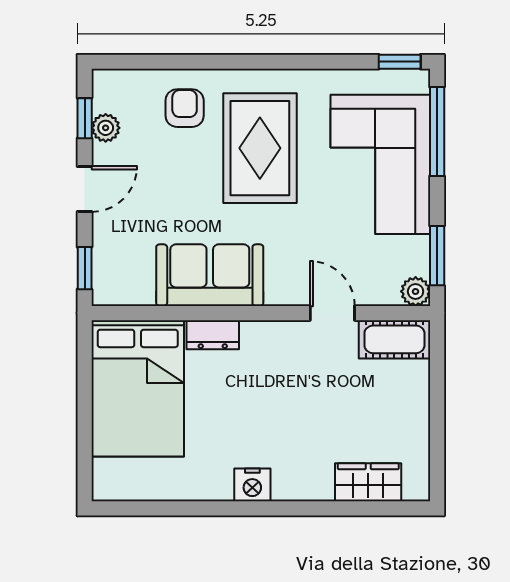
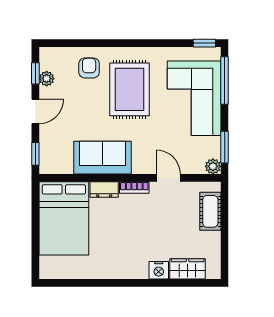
bookcase: (269, 331) -> (134, 188), added
cot: (394, 339) -> (210, 211), moved, turned 90
nightstand: (252, 485) -> (159, 270), moved

